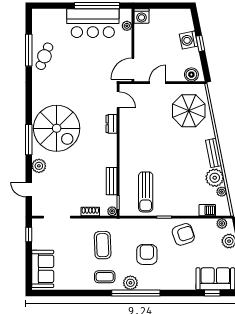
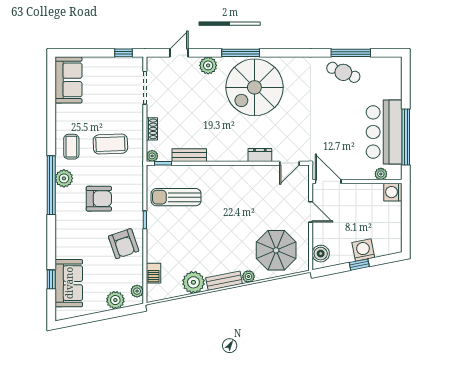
plant: (222, 192) -> (248, 277), moved
sofa: (43, 269) -> (68, 80), moved, turned -90

